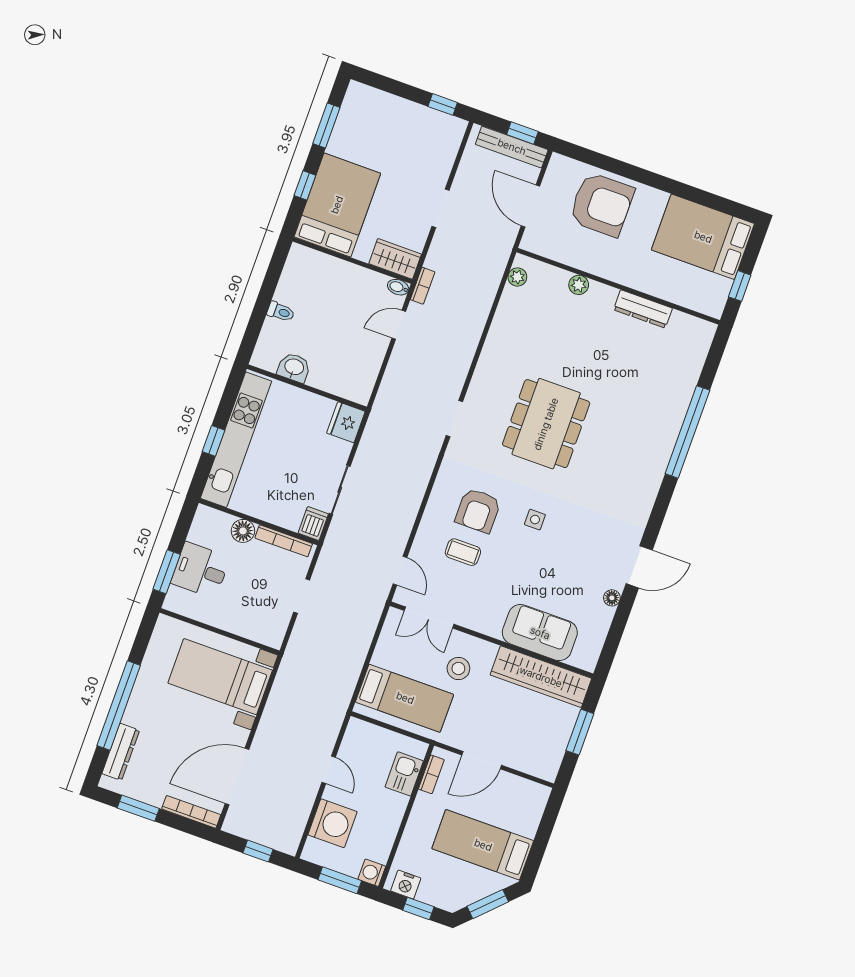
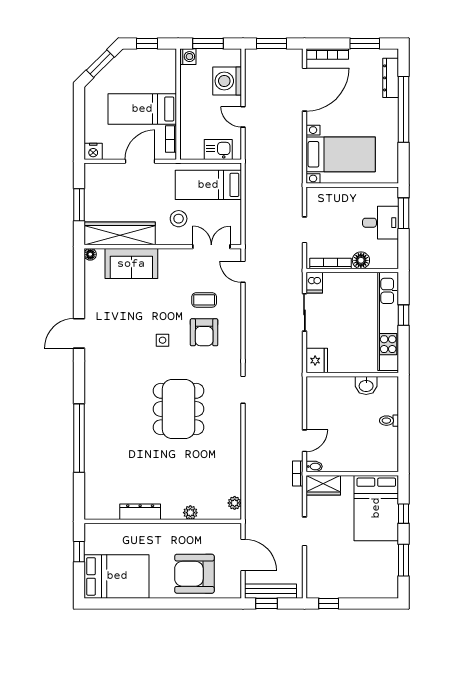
armchair: (478, 511) -> (204, 332), turned 180
floor lamp: (612, 598) -> (90, 254), moved
kitchen sink: (404, 774) -> (218, 149), moved, turned -90
bed: (483, 845) -> (142, 109), moved, turned 180
window: (258, 851) -> (272, 43), width x1.50
nightstand: (406, 885) -> (93, 151), moved, turned 180

